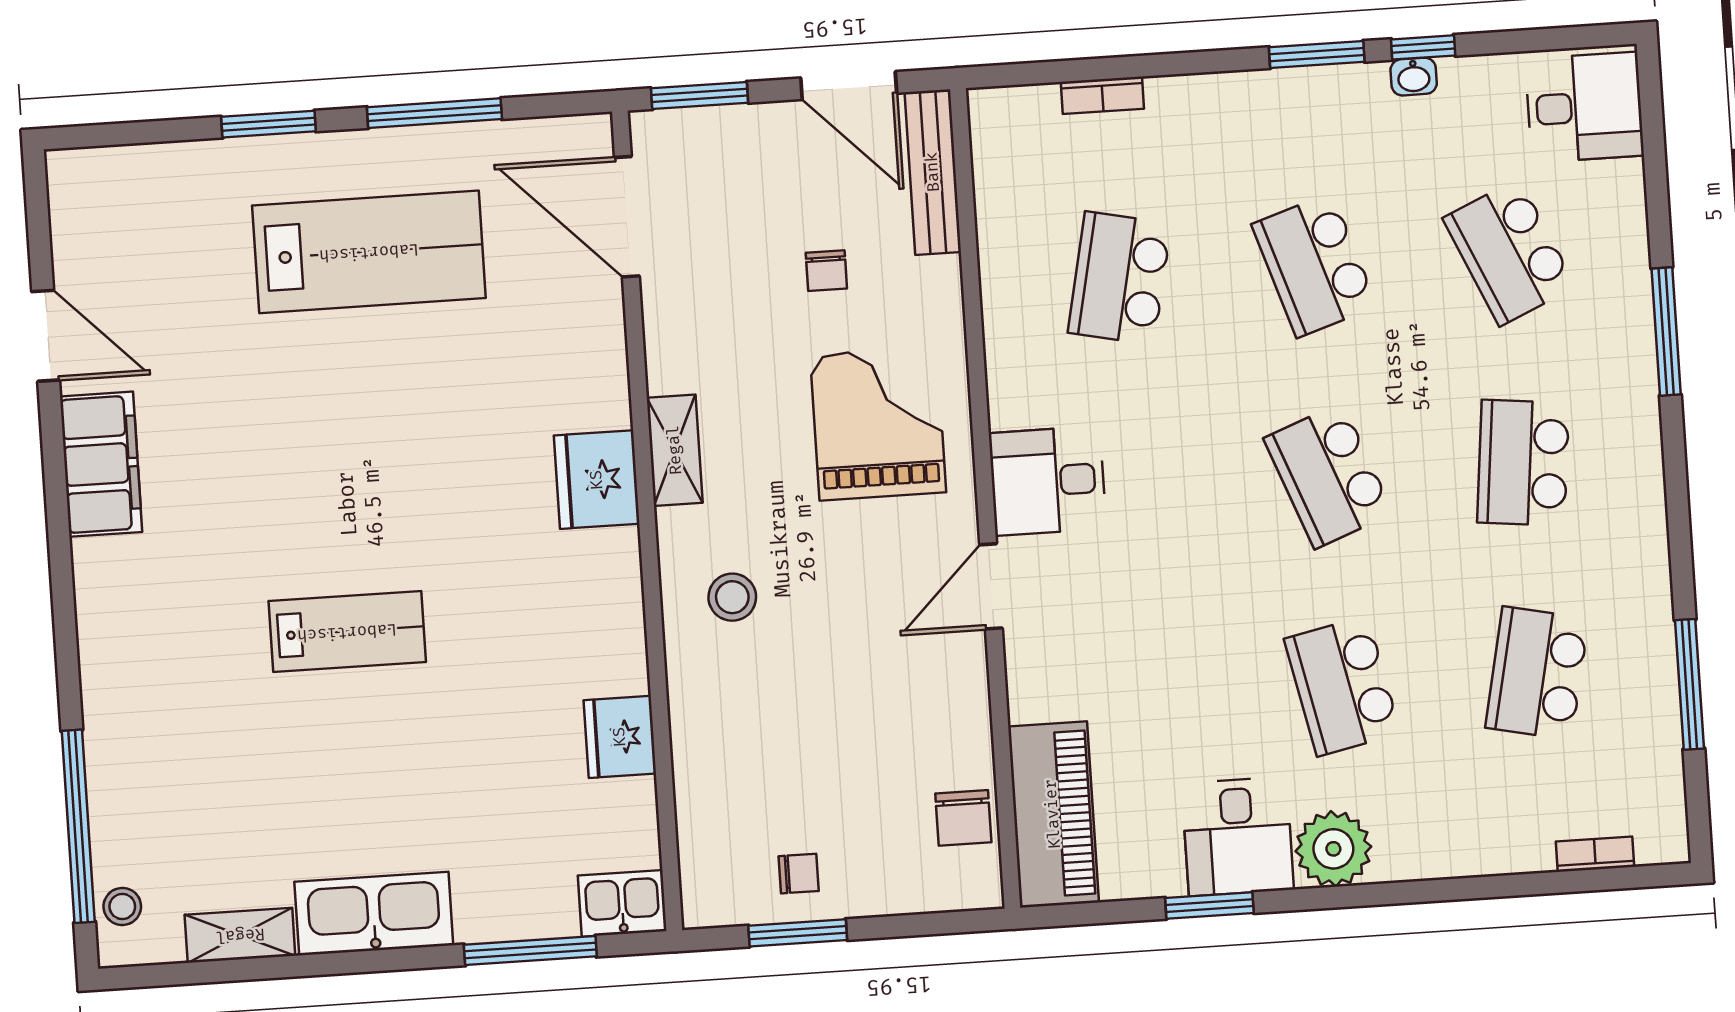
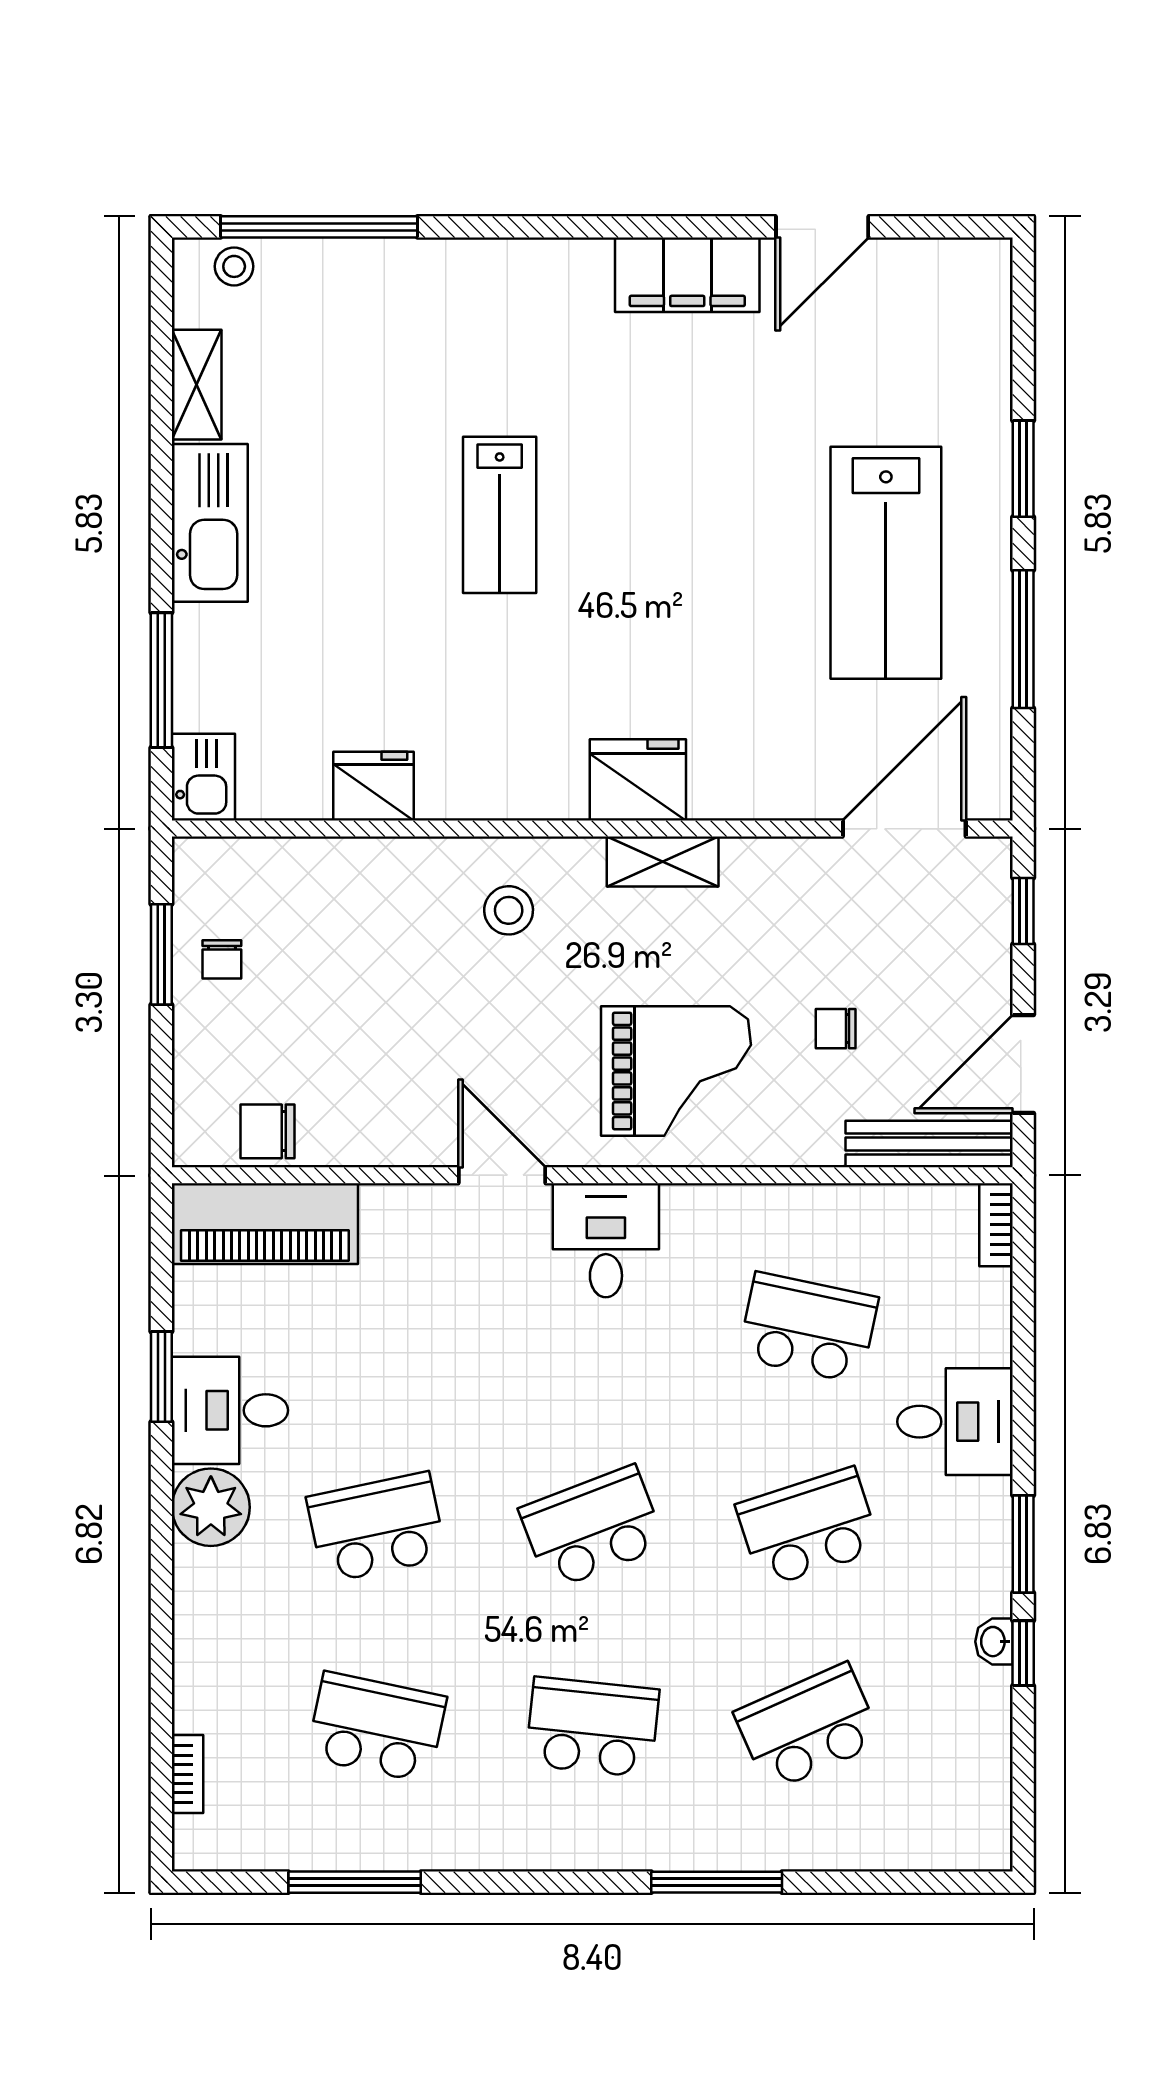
window: (700, 95) -> (1023, 911), width x0.67
bookcase: (1102, 95) -> (996, 1225), moved
desk: (1584, 107) -> (955, 1422), moved, turned -90

